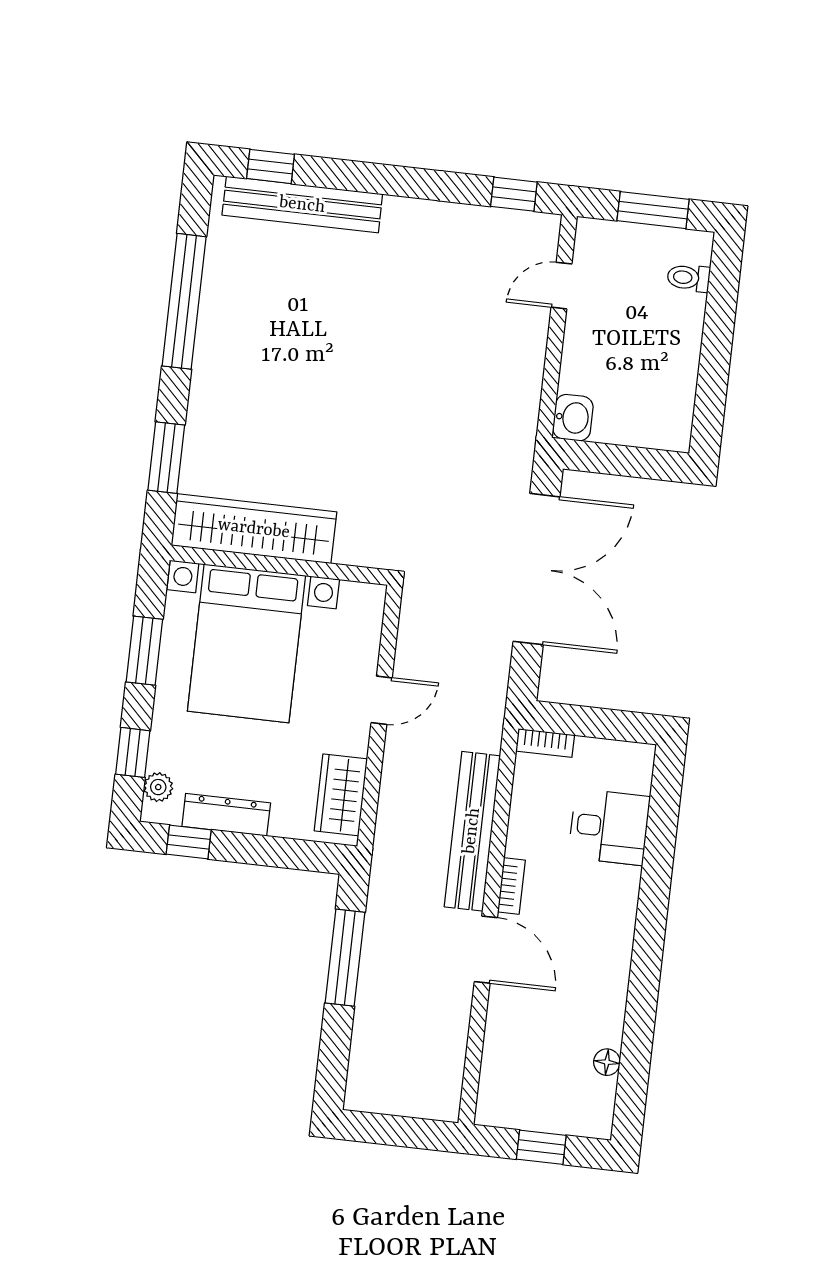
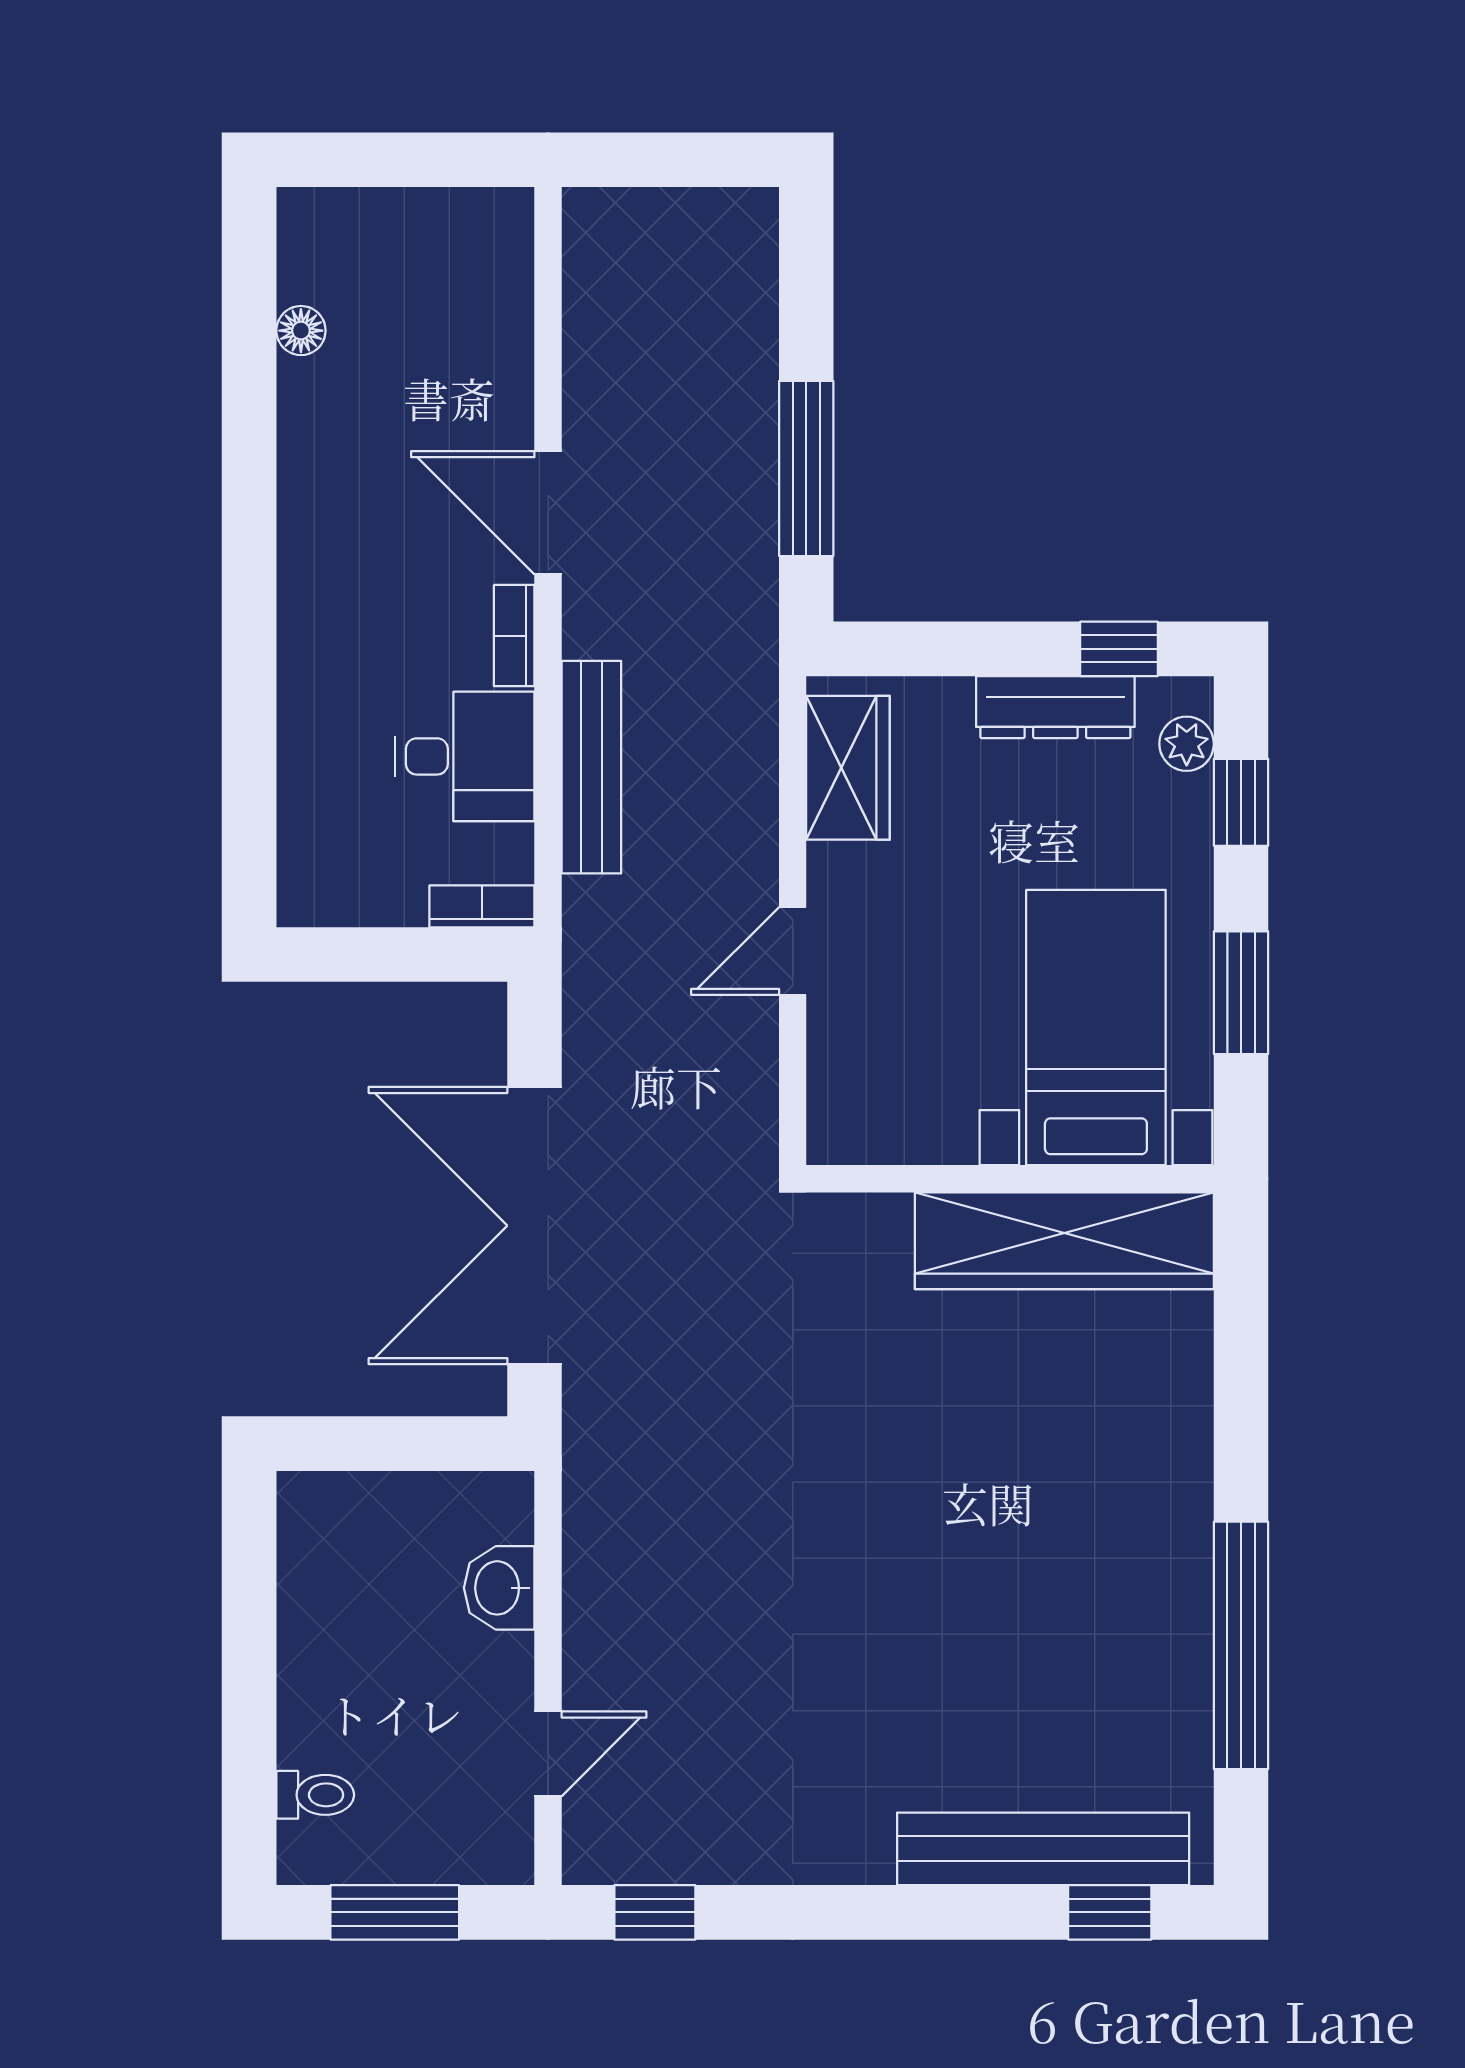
washbasin: (573, 418) -> (499, 1588), moved
window: (166, 458) -> (1241, 1353), removed
bed with nightstands: (246, 643) -> (1096, 1027), width x0.73
desk: (609, 827) -> (465, 756), moved, turned 180
bench: (472, 831) -> (591, 767), width x0.73, depth x0.82
window: (541, 1147) -> (404, 160), removed

